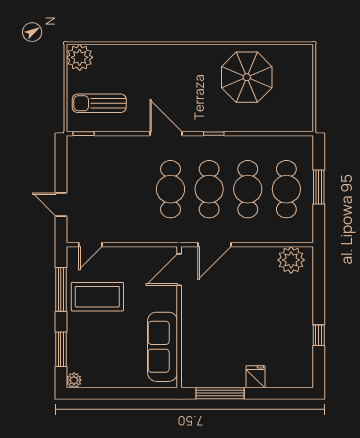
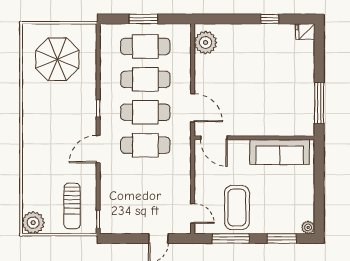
parasol: (247, 77) -> (57, 59), moved
fridge: (255, 377) -> (305, 32), moved

